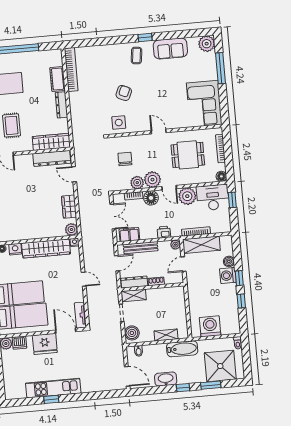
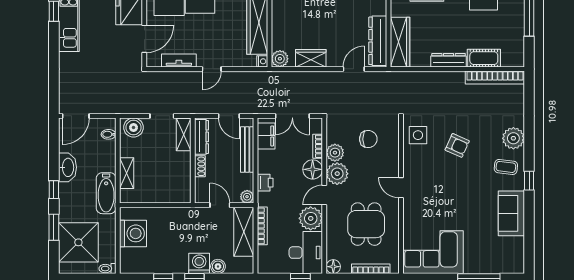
plant: (207, 44) -> (513, 138), moved
door: (159, 132) -> (401, 188), swing flipped
tv unit: (80, 315) -> (179, 60), moved

